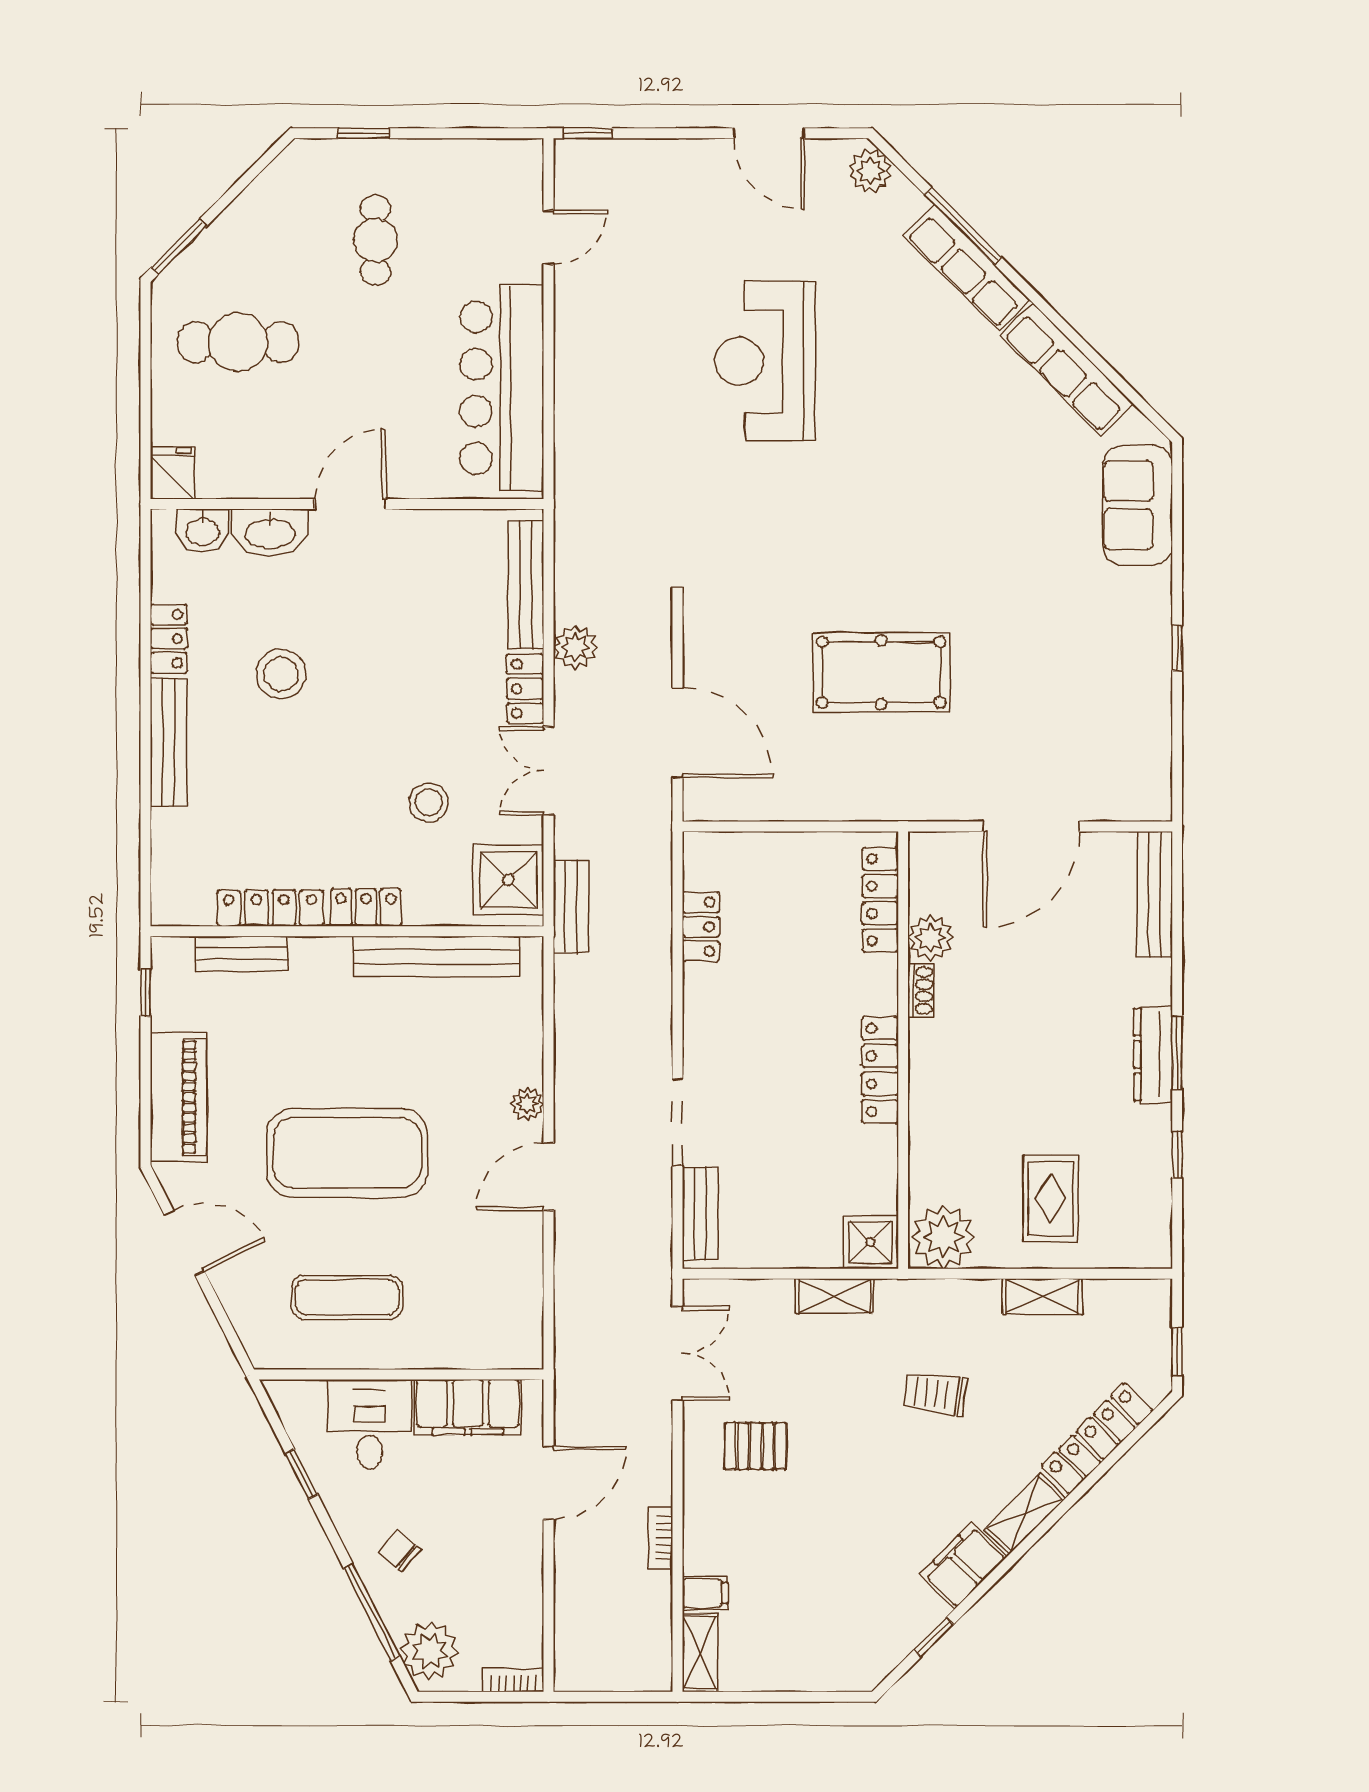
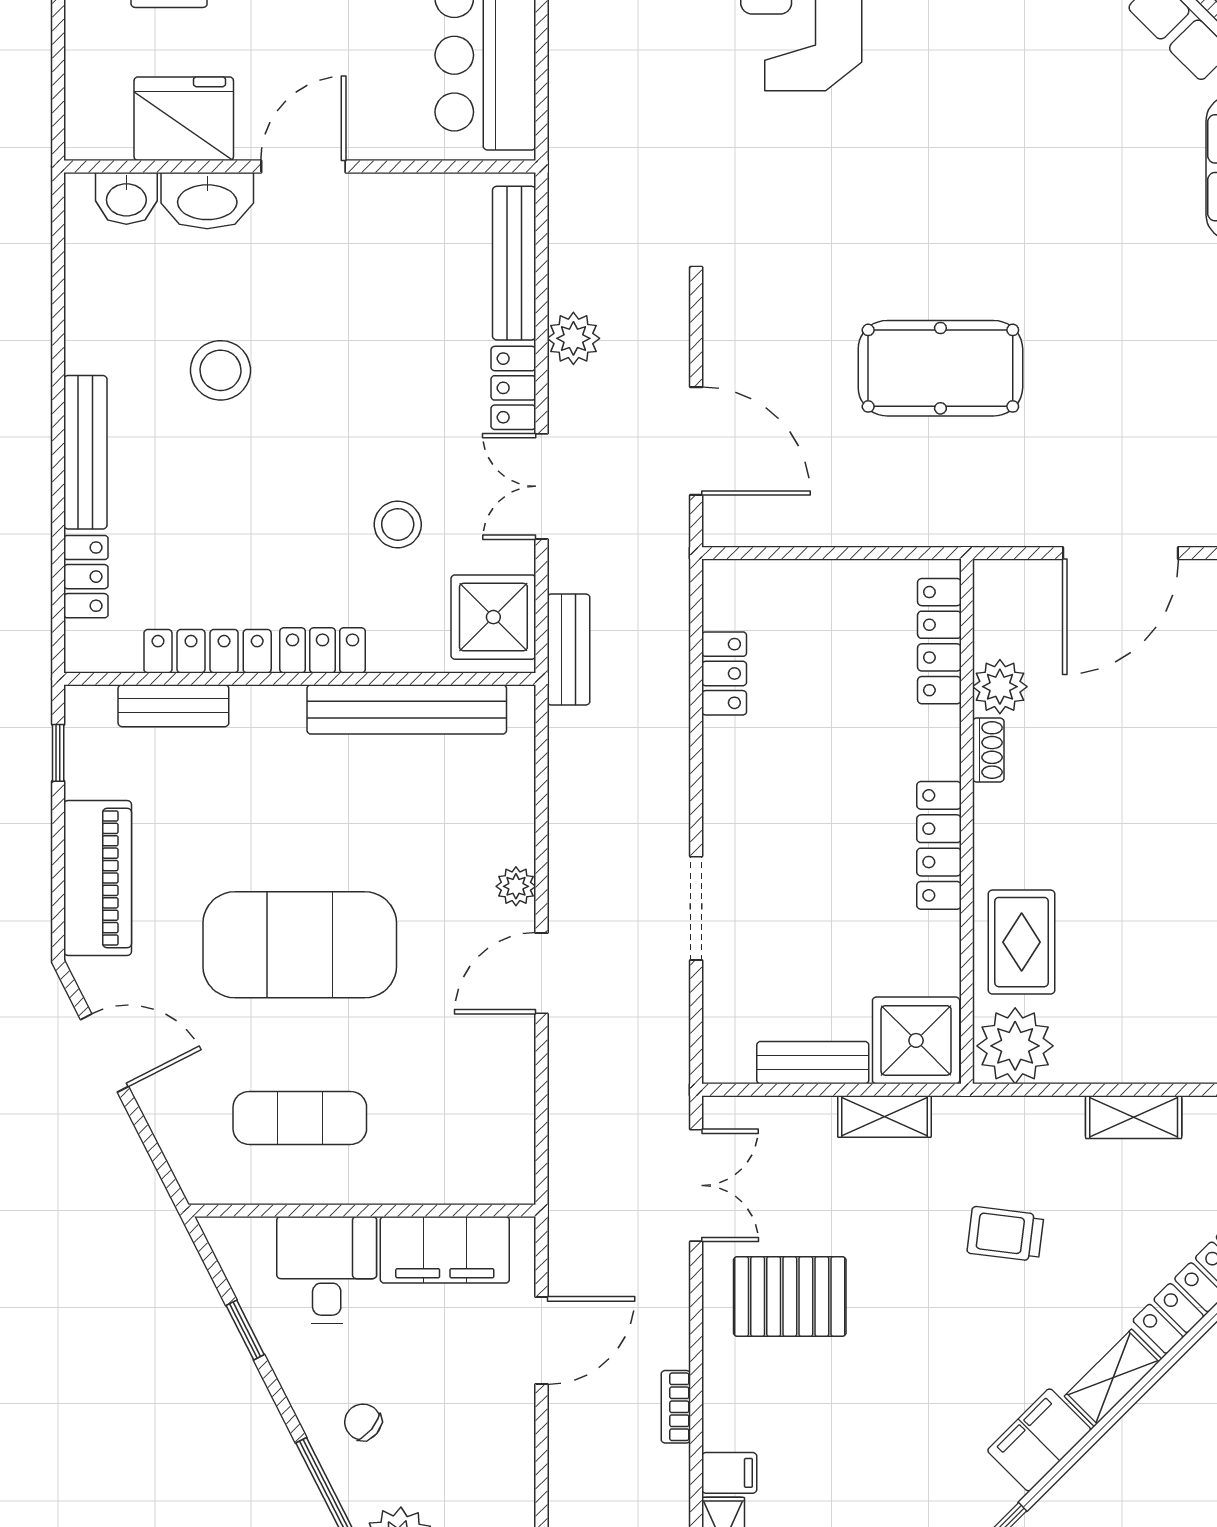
fridge: (172, 473) -> (184, 119), moved, width x1.88, depth x1.34
locker: (169, 639) -> (86, 577), moved
rug: (1051, 1198) -> (1022, 942), moved
bench: (700, 1214) -> (813, 1063), moved, turned 90
shower: (870, 1242) -> (916, 1040), width x1.36, depth x1.36
pallet: (755, 1446) -> (790, 1296), width x1.50, depth x1.42

